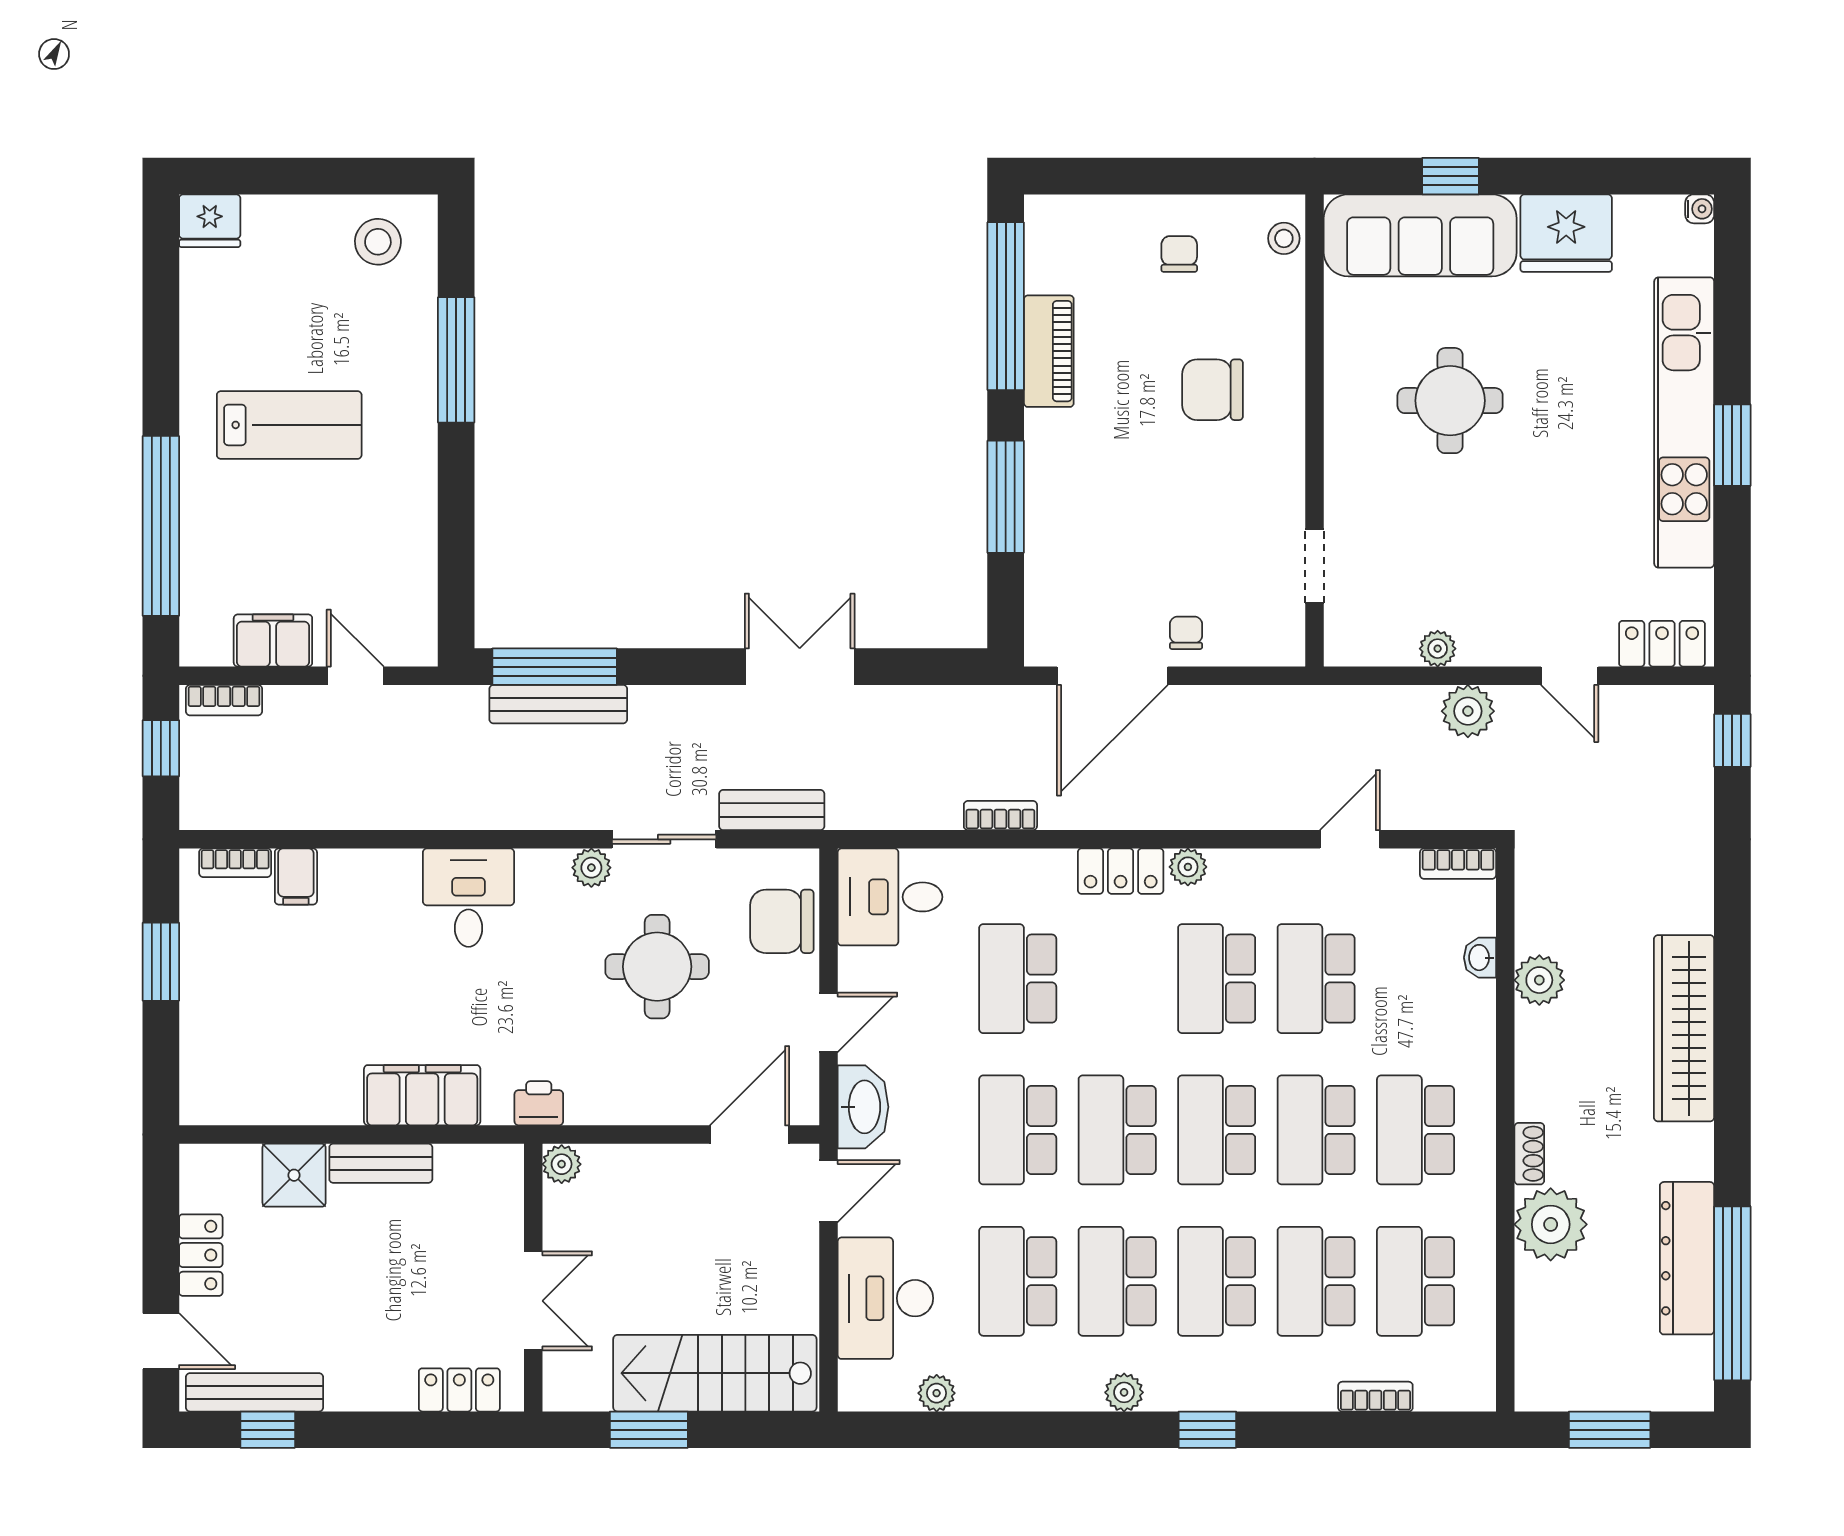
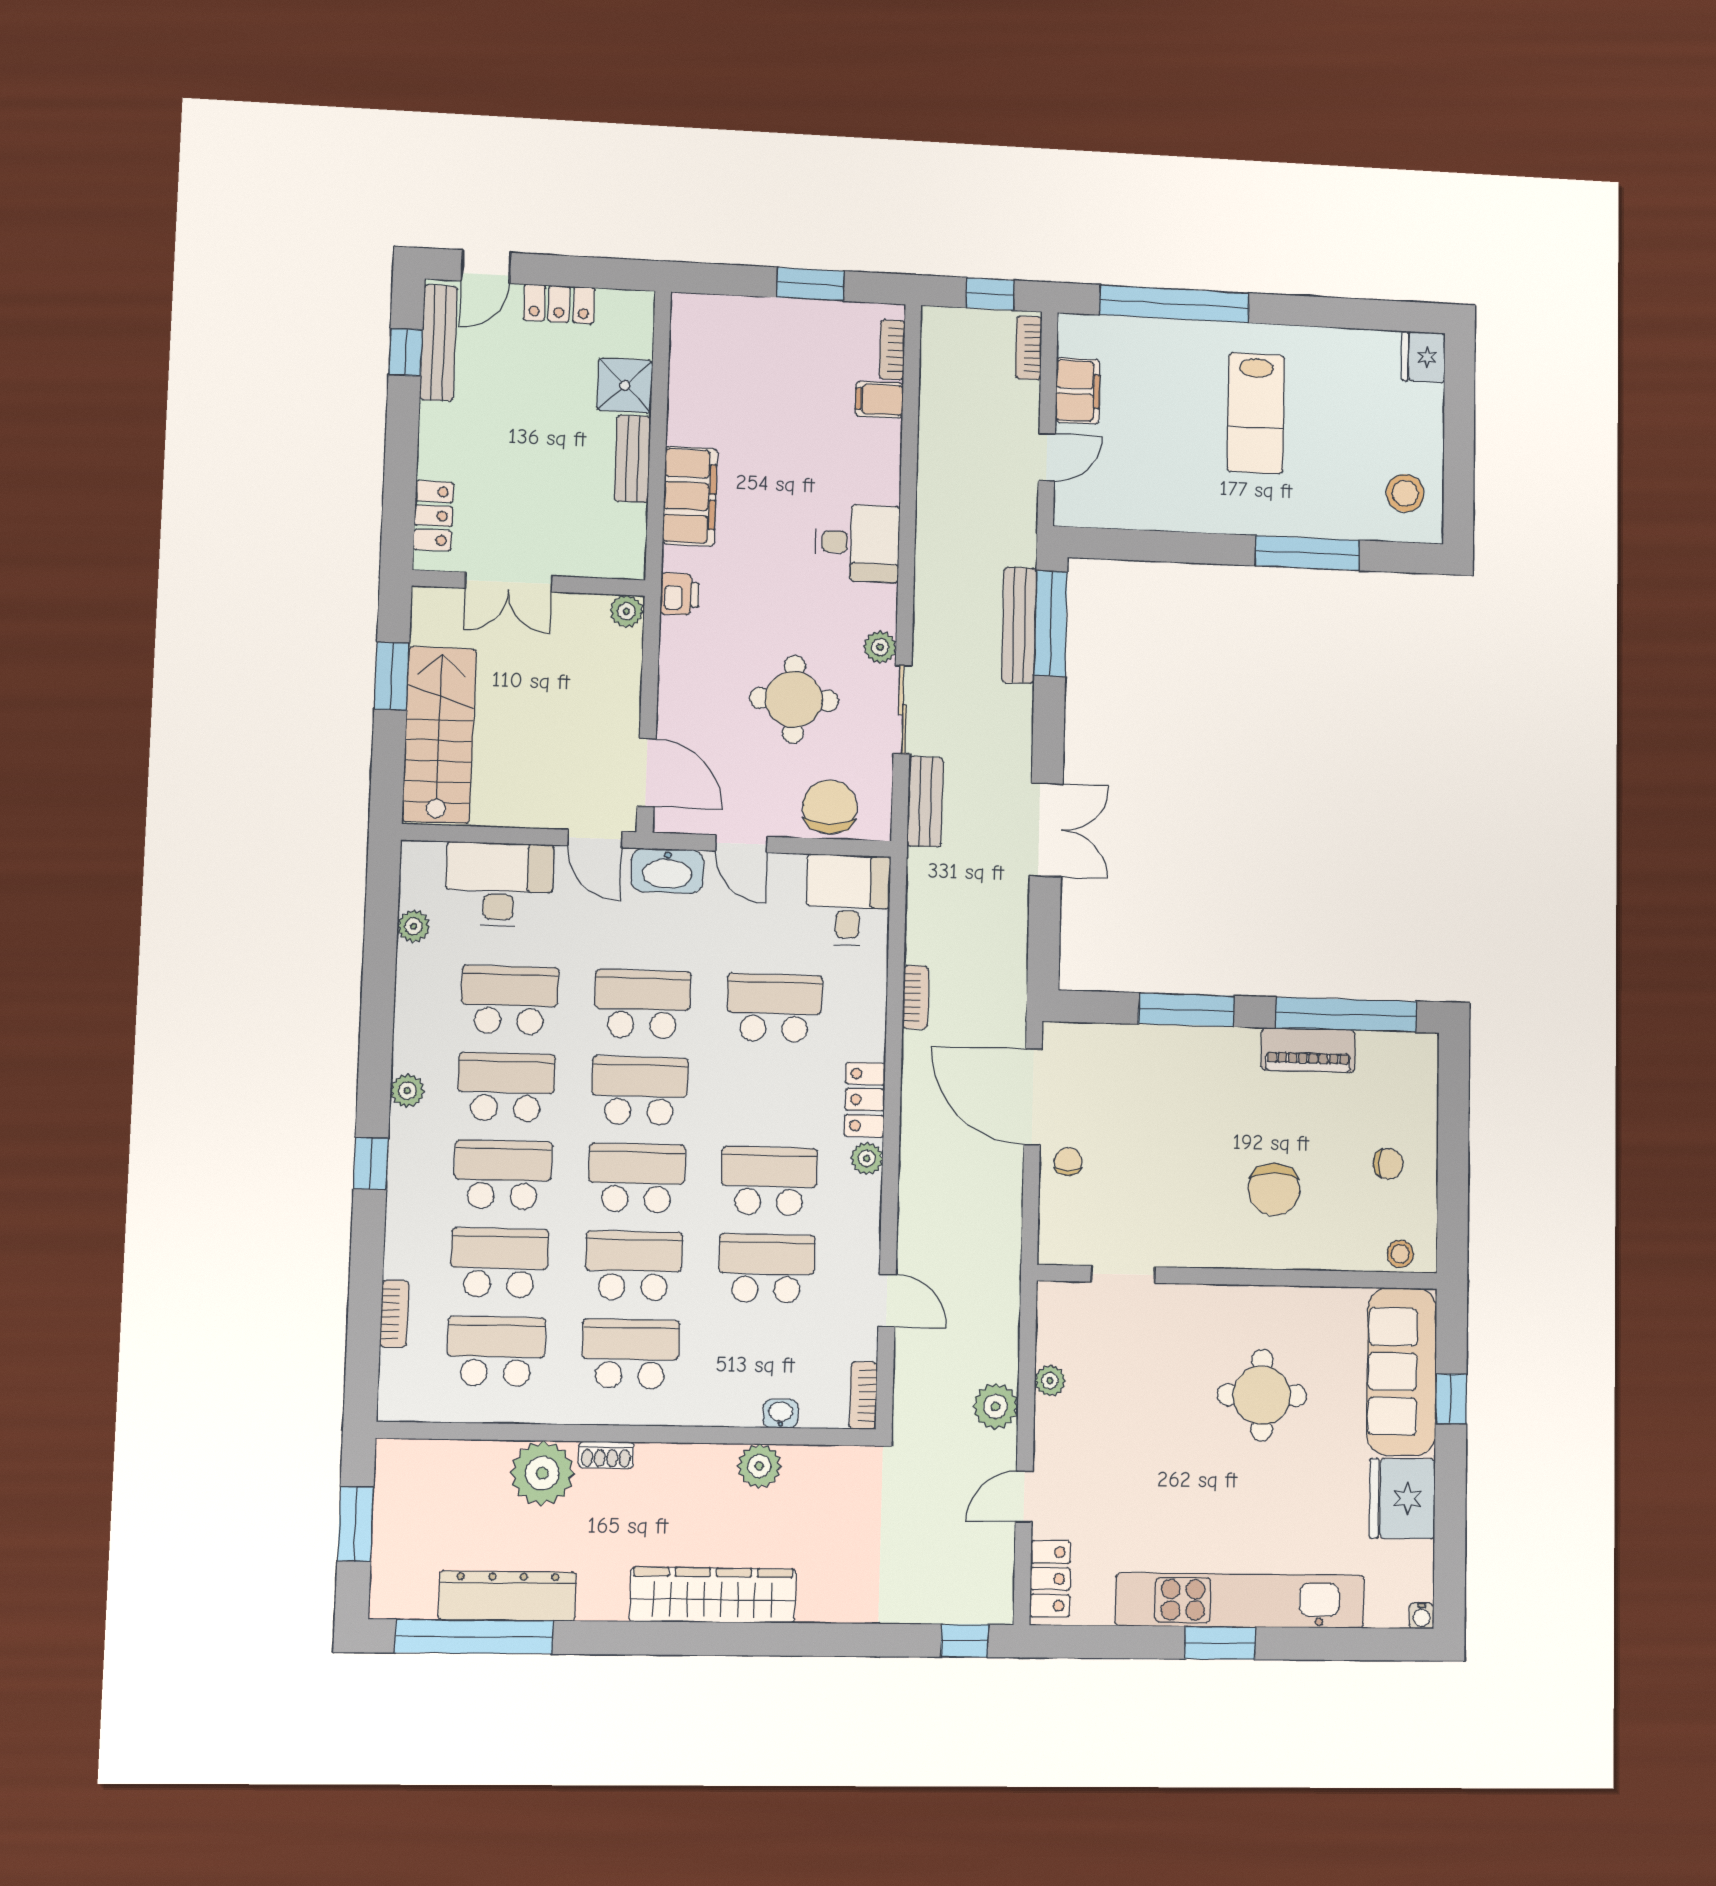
chair: (1212, 390) -> (1274, 1190), turned 180
chair: (1186, 633) -> (1068, 1162), turned -90

